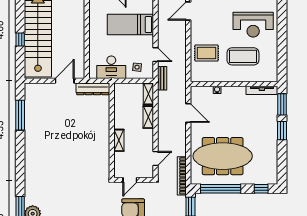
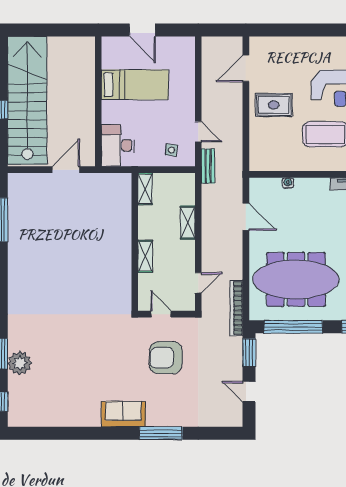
bed: (130, 25) -> (135, 85), moved, turned 180
rug: (207, 53) -> (274, 105), moved
desk: (111, 67) -> (118, 146), moved, turned 90
dresser: (93, 89) -> (107, 181), removed
shelving: (148, 94) -> (145, 189), moved
door: (130, 180) -> (161, 314), swing flipped

